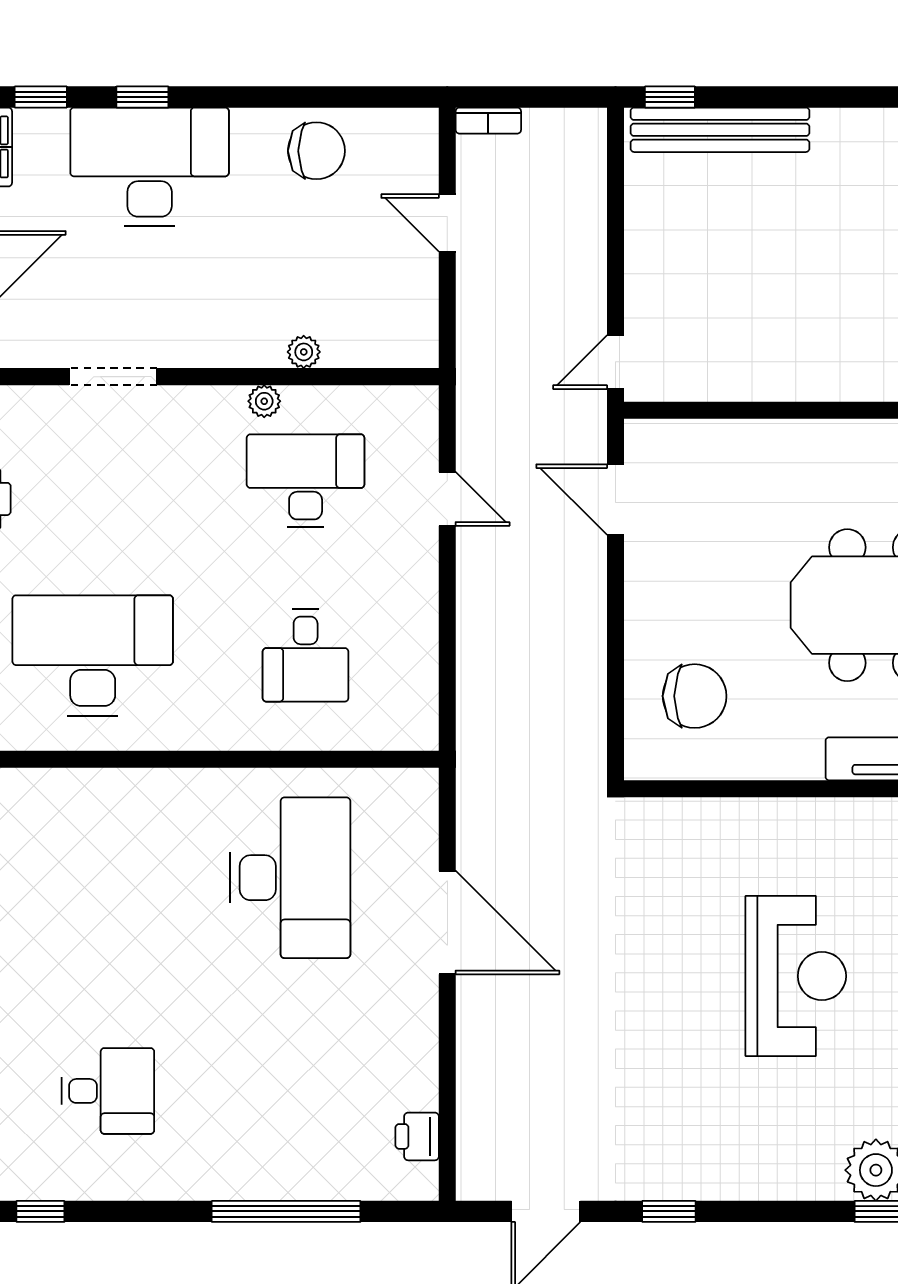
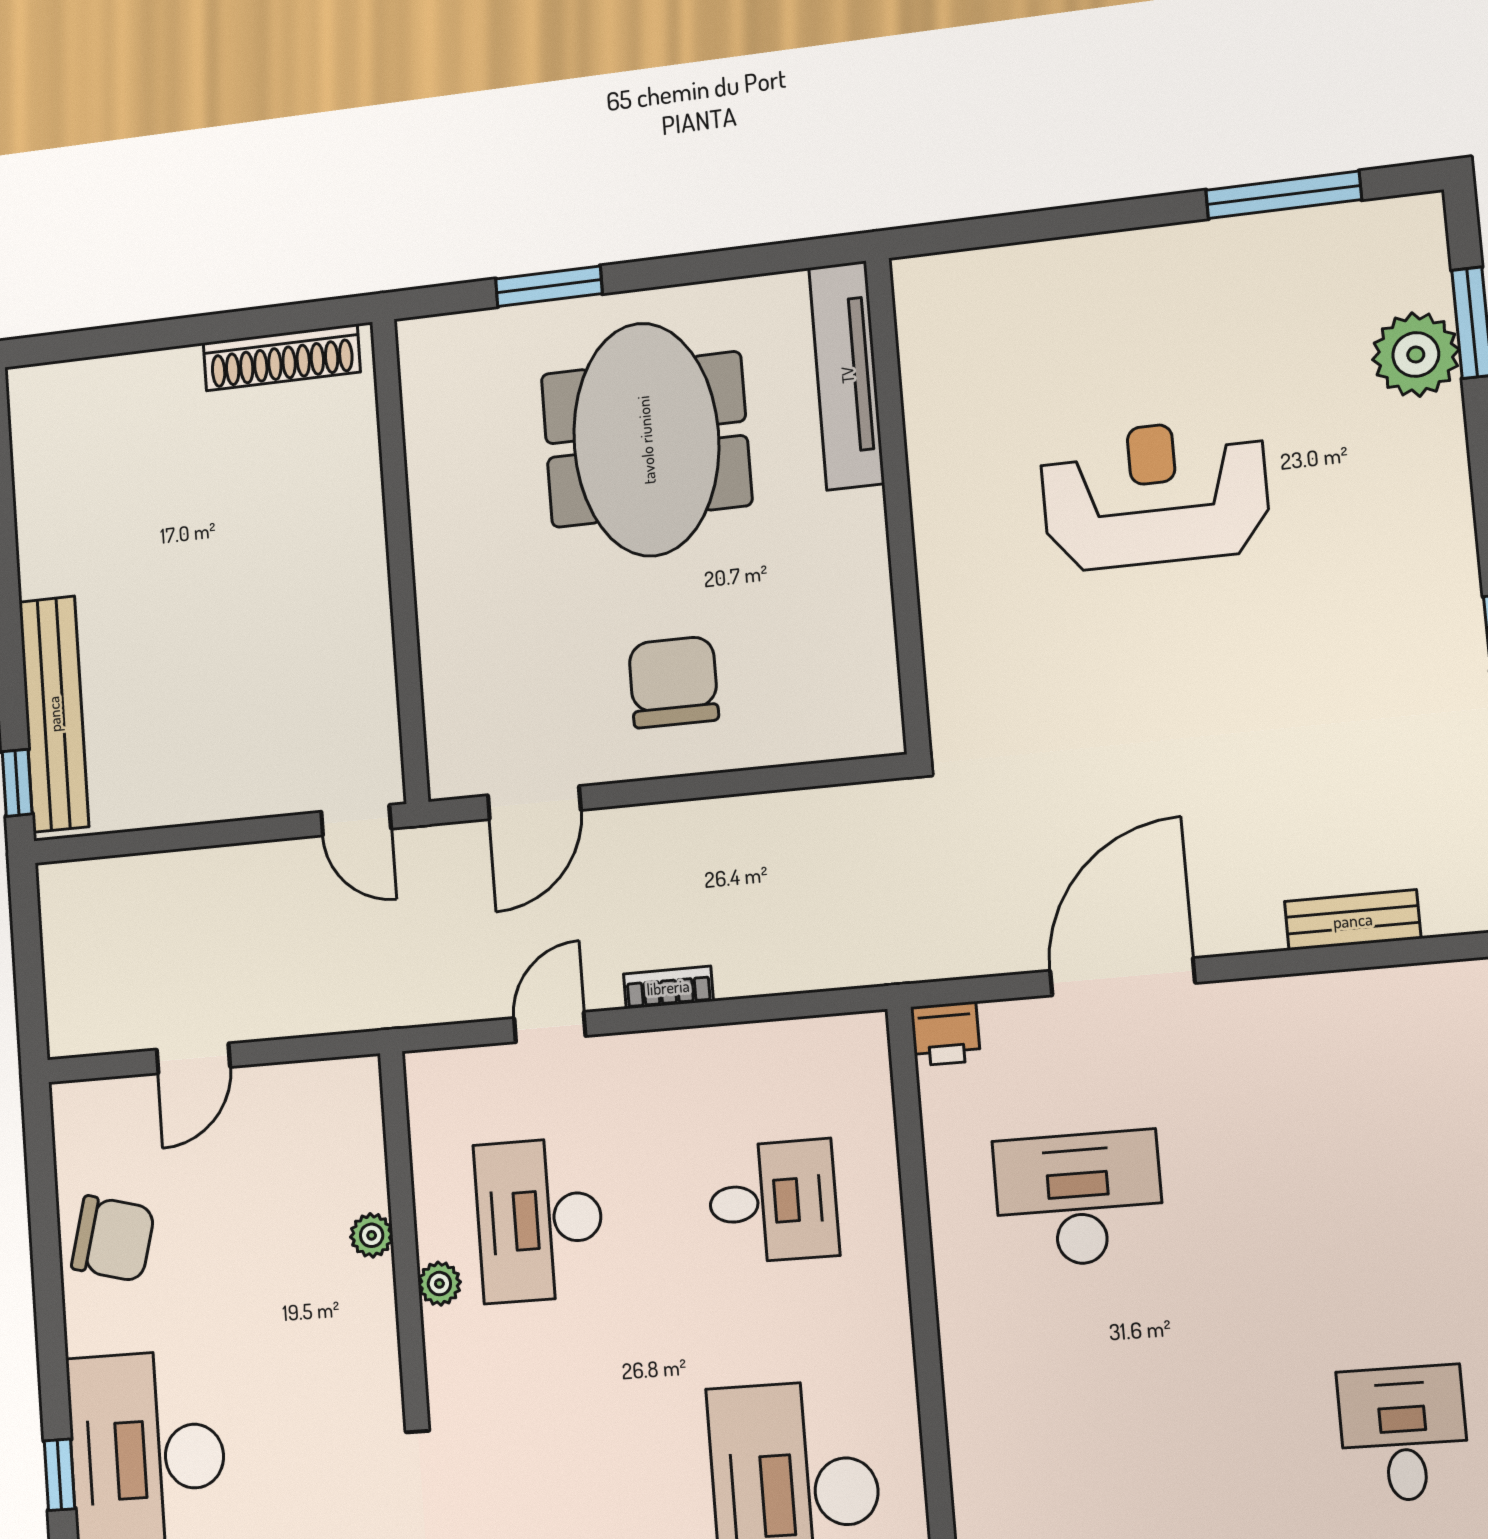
bookcase: (488, 121) -> (668, 987), moved, turned -90
chair: (316, 151) -> (113, 1239), turned 105
chair: (695, 696) -> (673, 682), moved
desk: (290, 878) -> (1079, 1199), width x0.73, depth x0.77
bench: (473, 1089) -> (1353, 920), added
printer: (417, 1136) -> (945, 1034), moved

